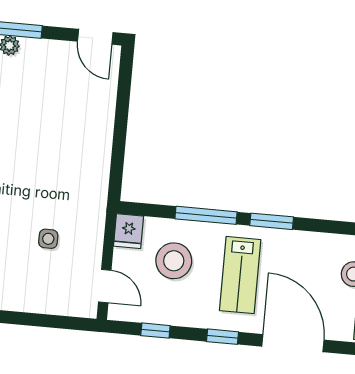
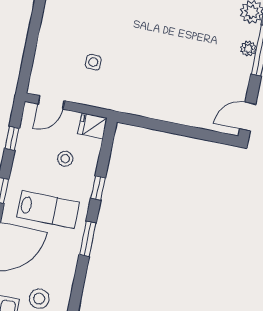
window: (206, 215) -> (98, 188), width x0.46
stool: (174, 261) -> (65, 159), width x0.53, depth x0.53
lab bench: (240, 275) -> (48, 209), turned 180

